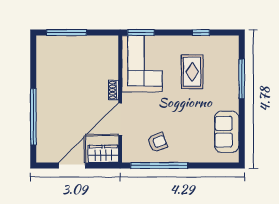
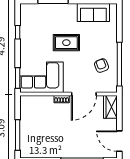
rug: (192, 72) -> (66, 43), moved
door: (120, 119) -> (84, 94), hinge flipped
door: (72, 165) -> (119, 141), moved

